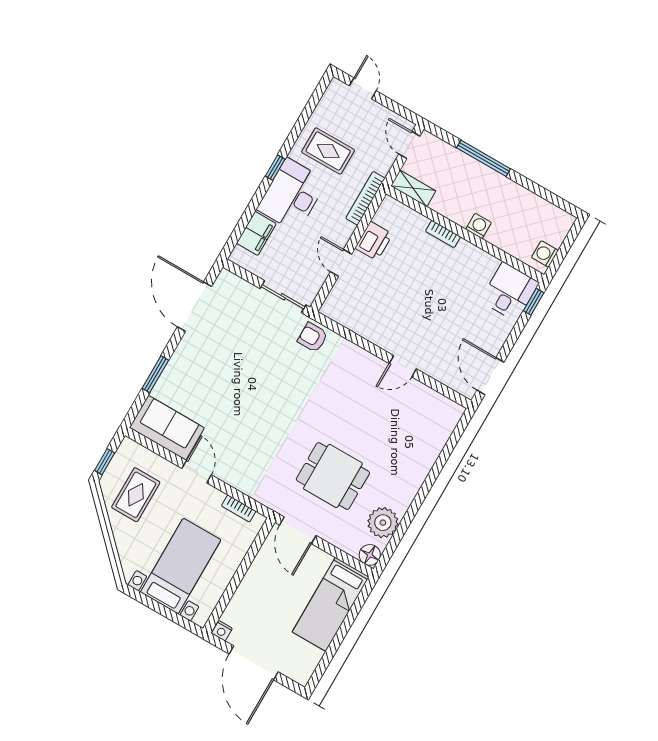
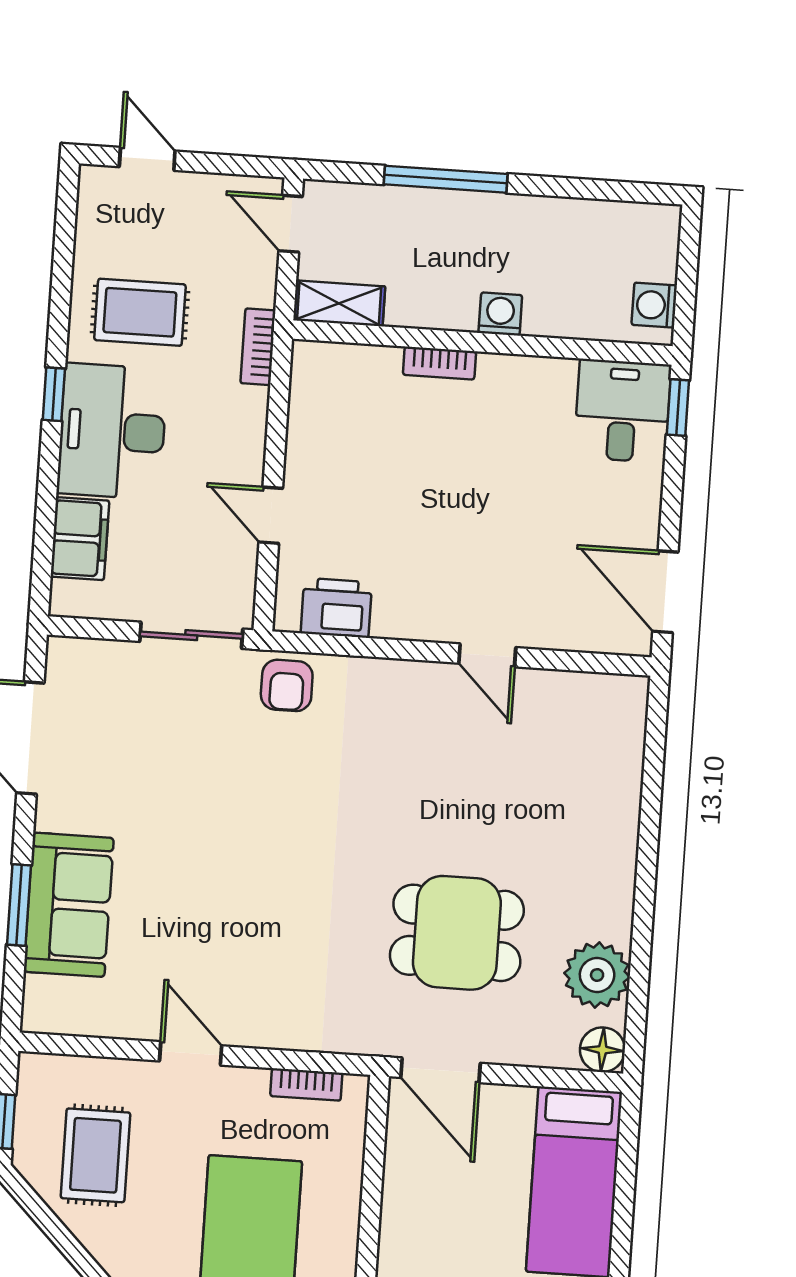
bookcase: (365, 198) -> (258, 347), width x0.64
printer: (374, 241) -> (336, 608), moved, turned -90
armchair: (313, 337) -> (287, 685), turned -90
door: (403, 366) -> (487, 655), hinge flipped
sofa: (167, 428) -> (69, 905), moved, turned 90

